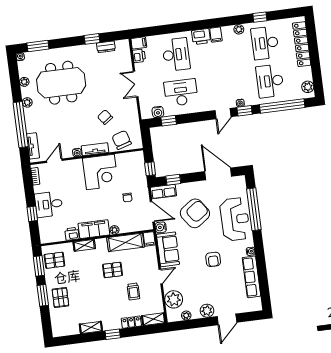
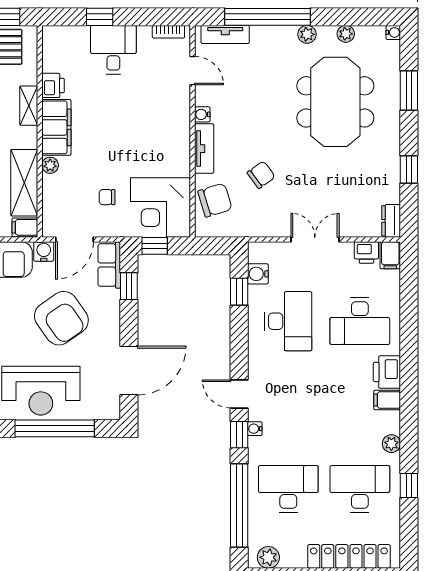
window: (38, 46) -> (409, 91), moved
dresser: (106, 47) -> (391, 221), moved
corner desk: (100, 172) -> (161, 208), moved

